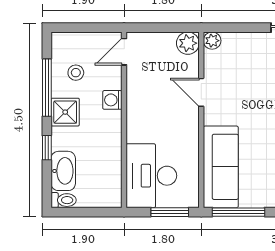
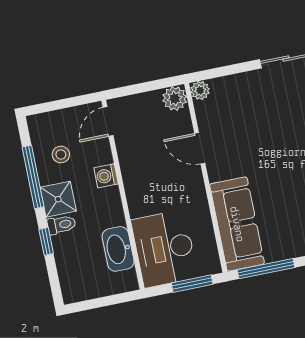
washbasin: (63, 171) -> (118, 249), moved, turned 180
toilet: (64, 200) -> (62, 225), moved

